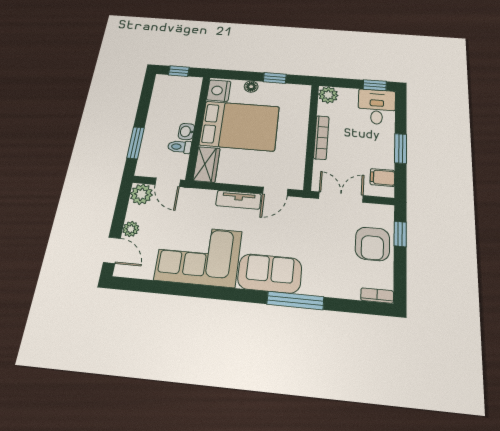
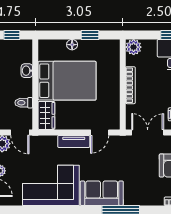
nightstand: (219, 91) -> (47, 51), removed
washbasin: (186, 131) -> (27, 71), moved

